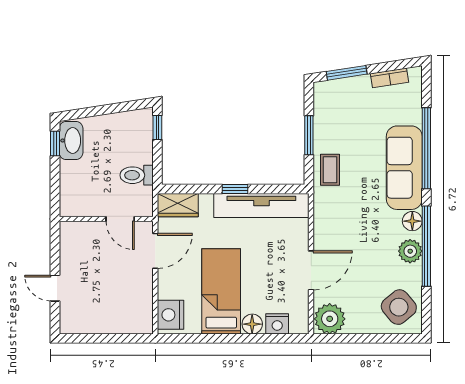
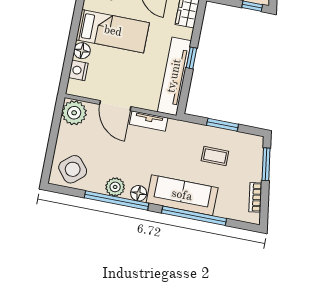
coffee table: (330, 170) -> (215, 156), moved
tv unit: (322, 226) -> (149, 121), added

